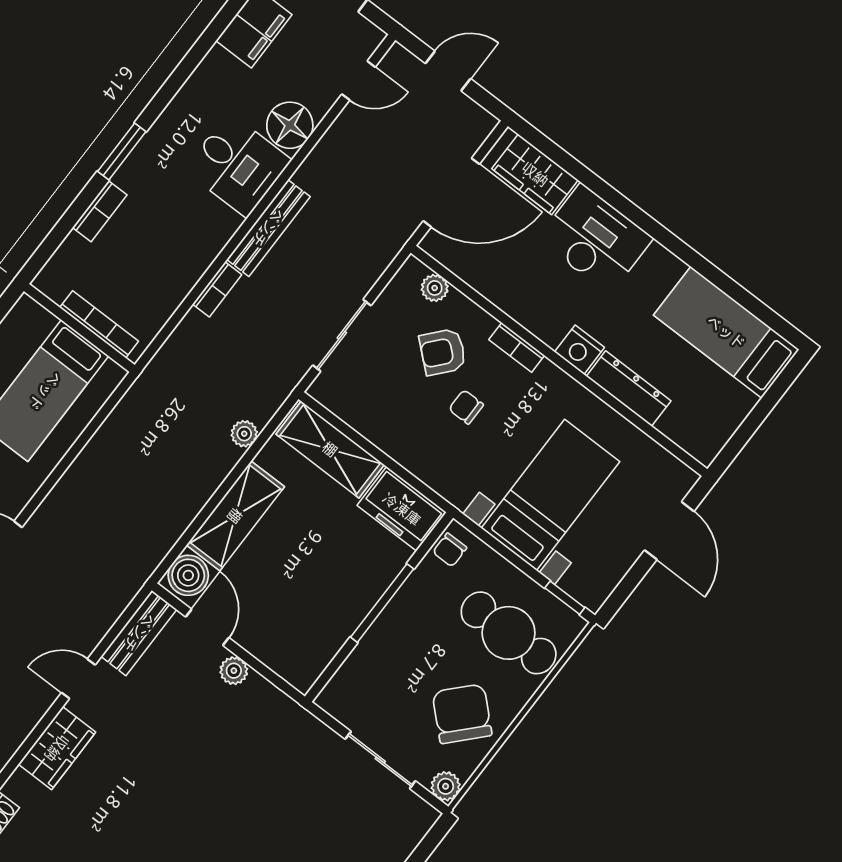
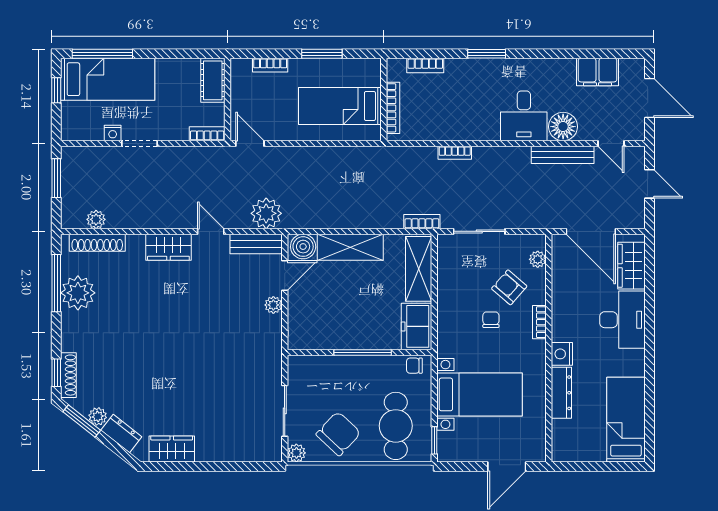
bookcase: (100, 211) -> (425, 65), moved
bench: (268, 228) -> (563, 155), moved
bookcase: (273, 399) -> (422, 222), added
plant: (244, 434) -> (266, 213), moved, width x1.88, depth x1.88

